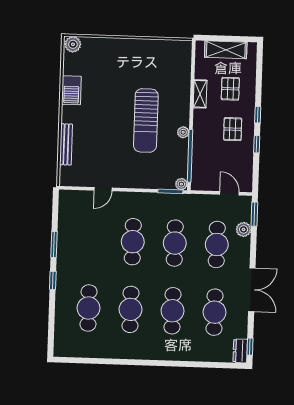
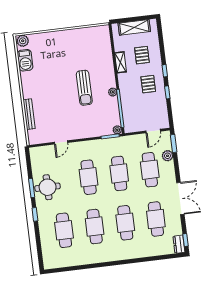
barbecue: (71, 90) -> (25, 60), moved
sun lounger: (146, 120) -> (84, 88), width x0.73, depth x0.75
door: (229, 193) -> (153, 131), swing flipped
round table: (75, 247) -> (48, 187), added

